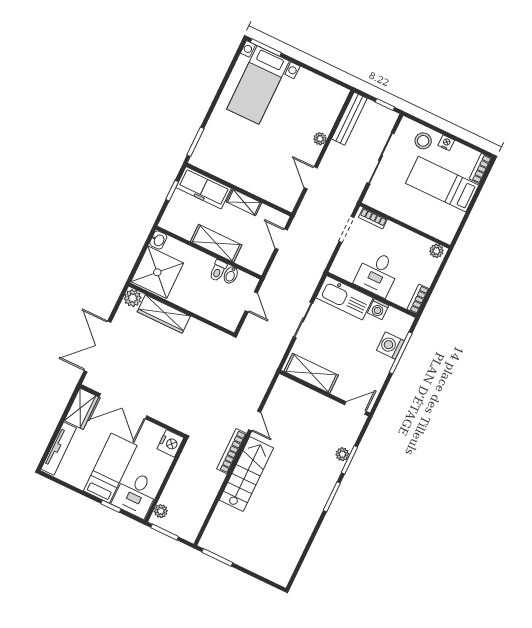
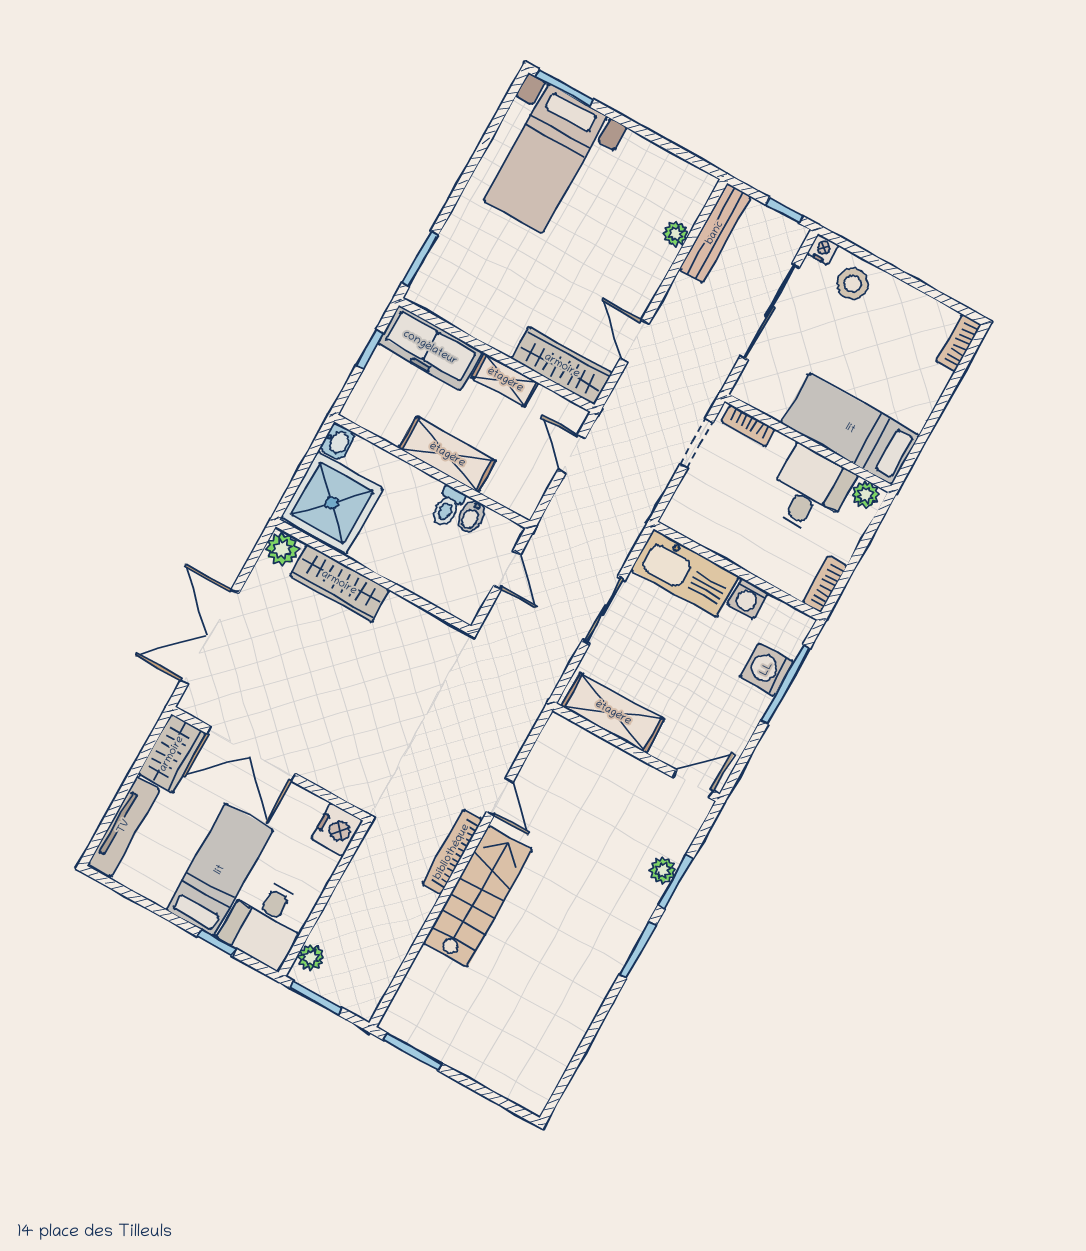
plant: (320, 139) -> (676, 234), moved
nightstand: (446, 143) -> (823, 249), moved
bed: (442, 184) -> (850, 429), moved
wardrobe: (273, 193) -> (562, 366), added
desk: (377, 274) -> (810, 491), moved, turned 180

